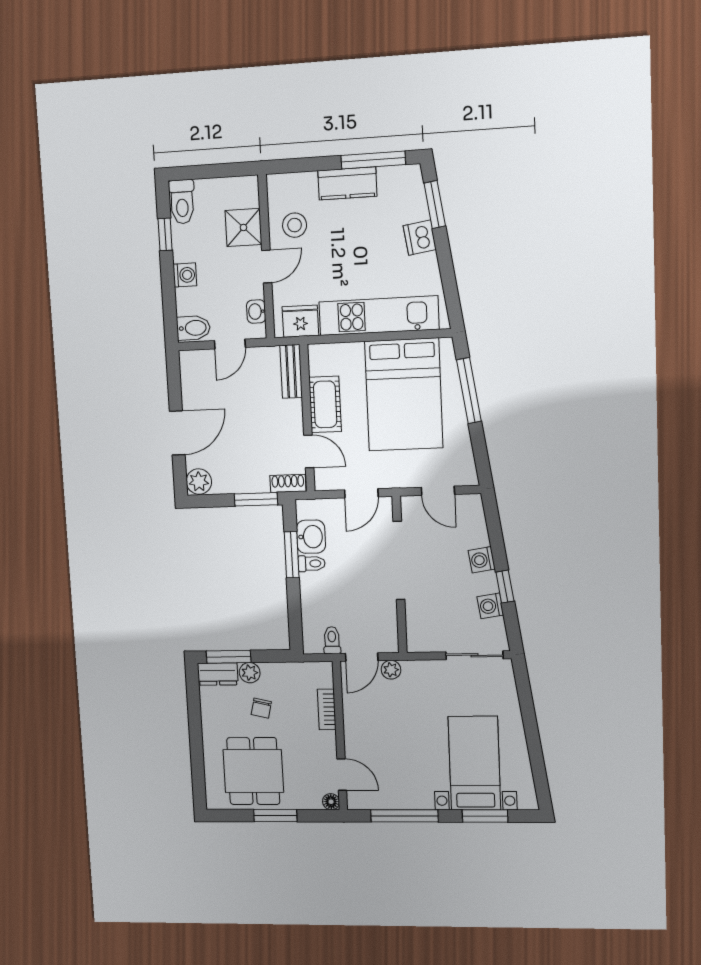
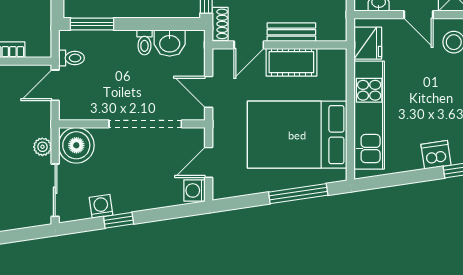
bench: (291, 371) -> (291, 32), moved
window: (292, 555) -> (92, 24), moved
washing machine: (482, 560) -> (194, 190), moved, turned -82
boiler: (425, 633) -> (76, 145), added
door: (362, 657) -> (55, 85), hinge flipped
plant: (391, 670) -> (42, 147), moved

